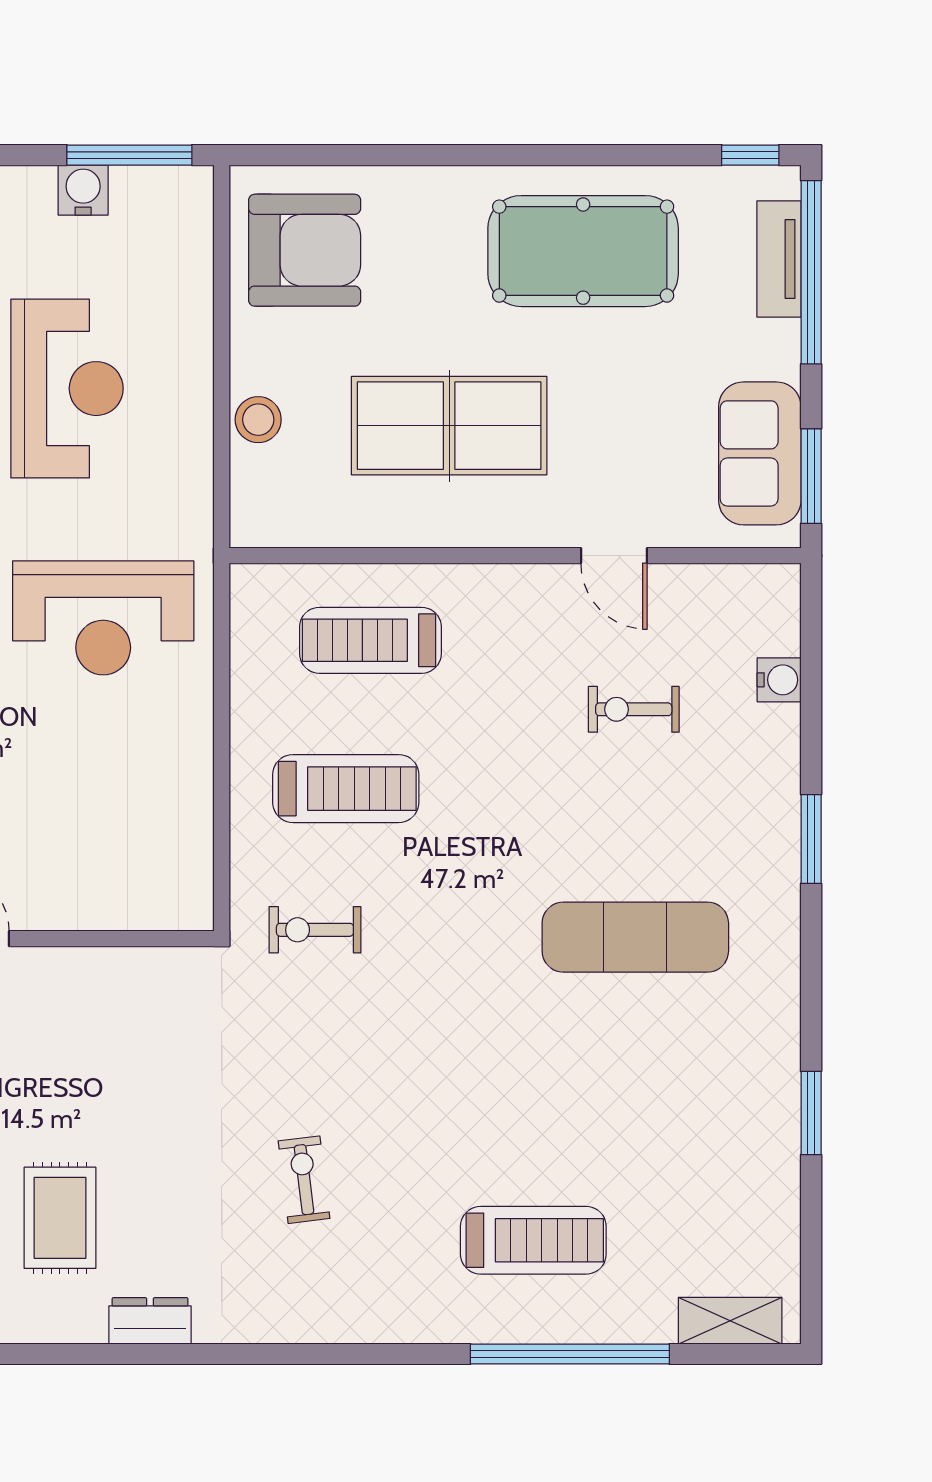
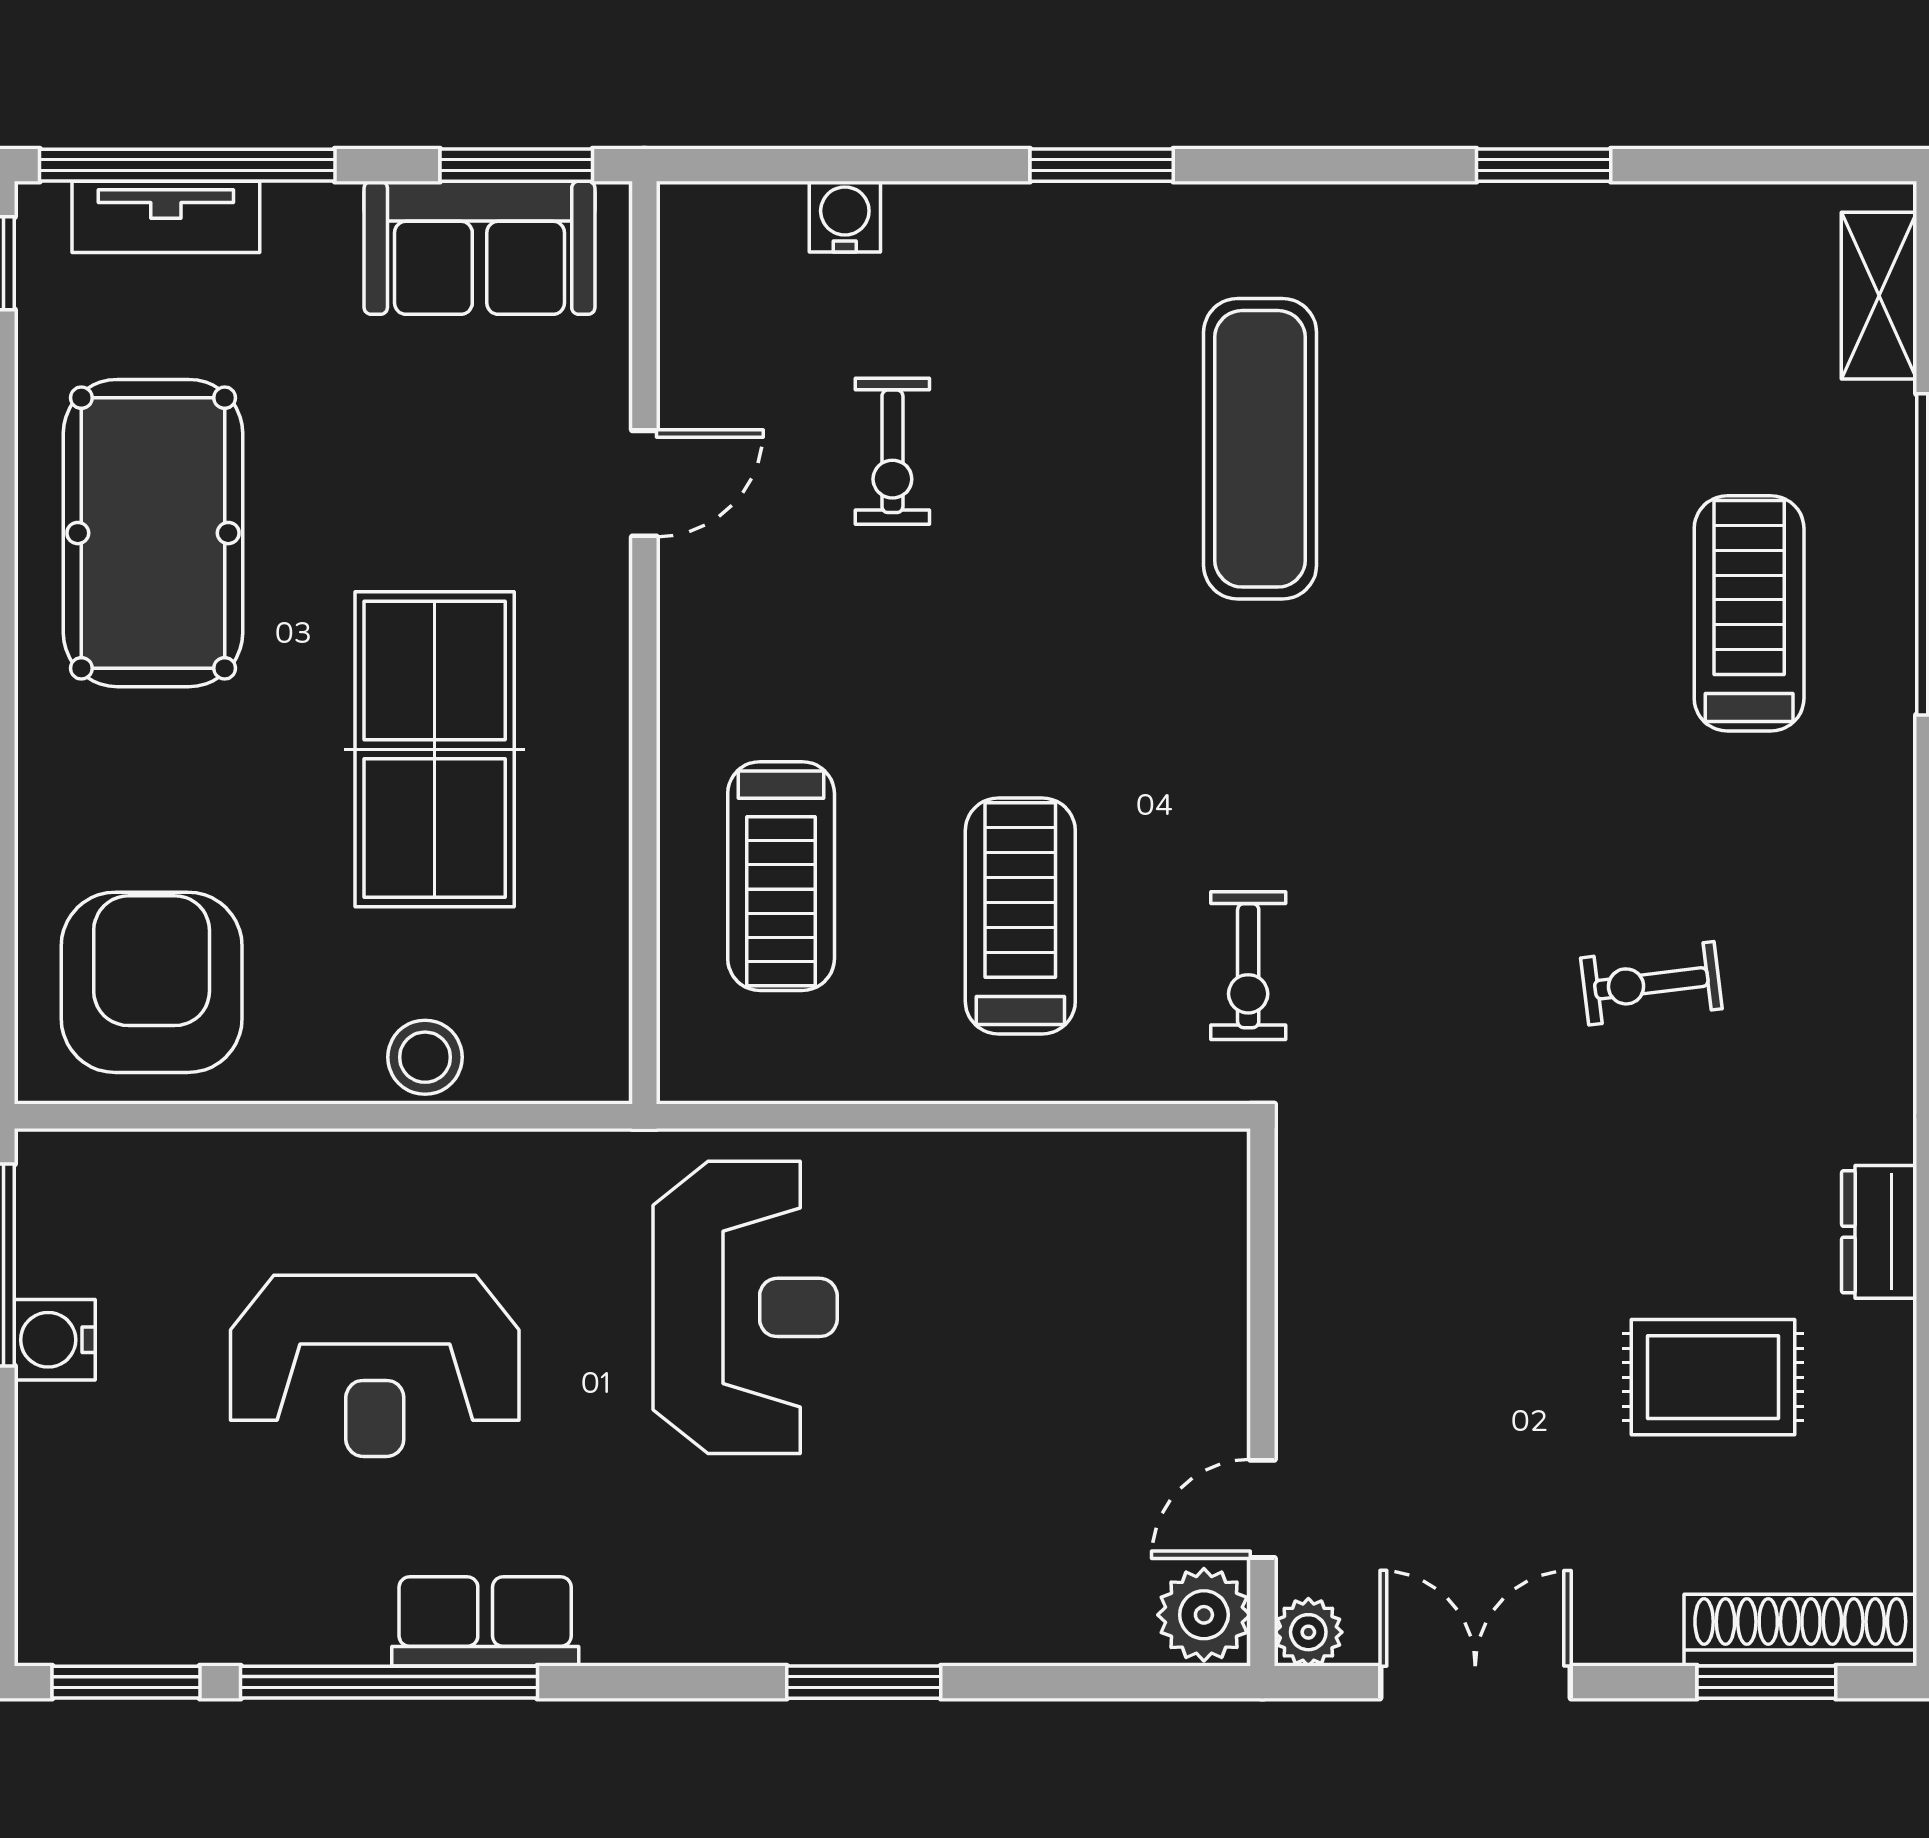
reception desk: (67, 389) -> (375, 1366), turned 180

